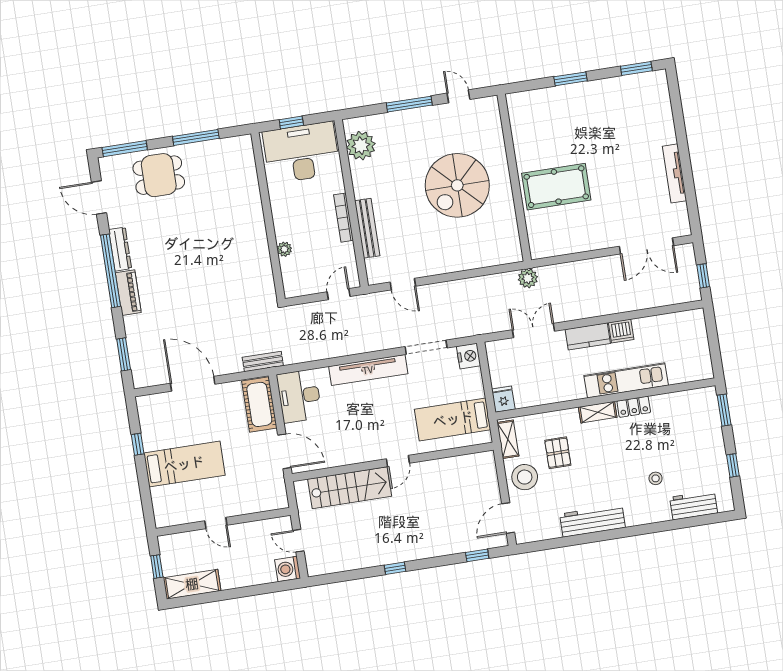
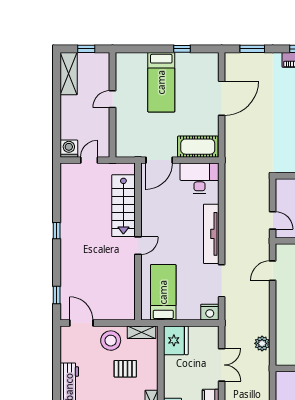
plant: (528, 278) -> (262, 343), moved
bench: (263, 361) -> (230, 154), removed
fridge: (503, 399) -> (176, 340), width x1.88, depth x1.34
door: (398, 461) -> (138, 246), swing flipped

